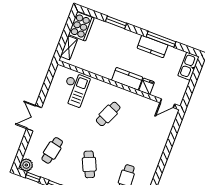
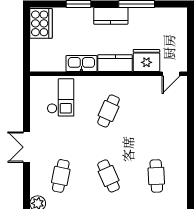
kitchen counter: (153, 47) -> (111, 16), moved
shelving: (69, 48) -> (36, 53), removed
kitchen sink: (189, 66) -> (81, 64), moved, turned 90
fridge: (147, 86) -> (146, 61), width x1.88, depth x1.34

